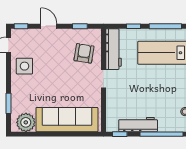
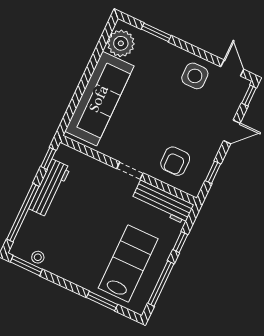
armchair: (84, 53) -> (175, 161), turned 81

